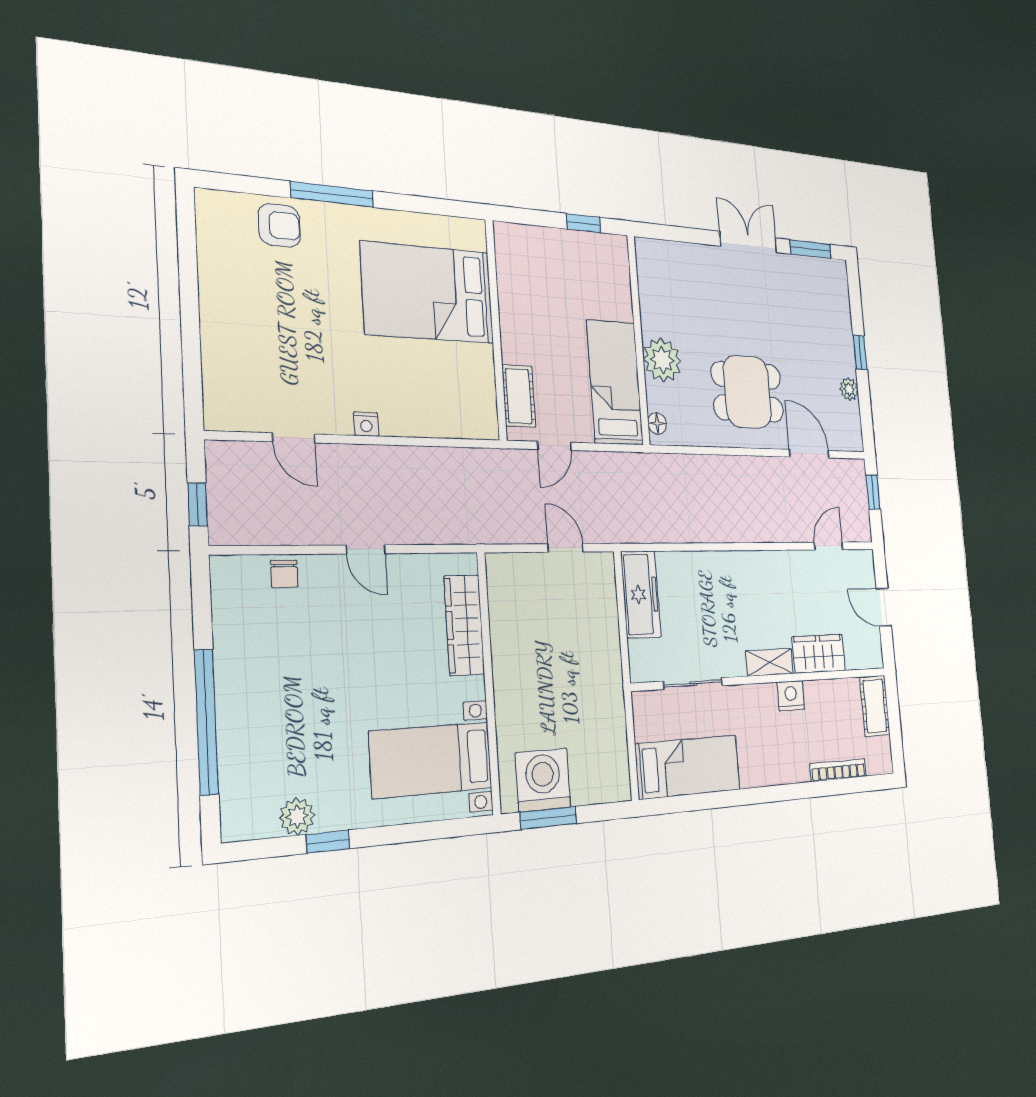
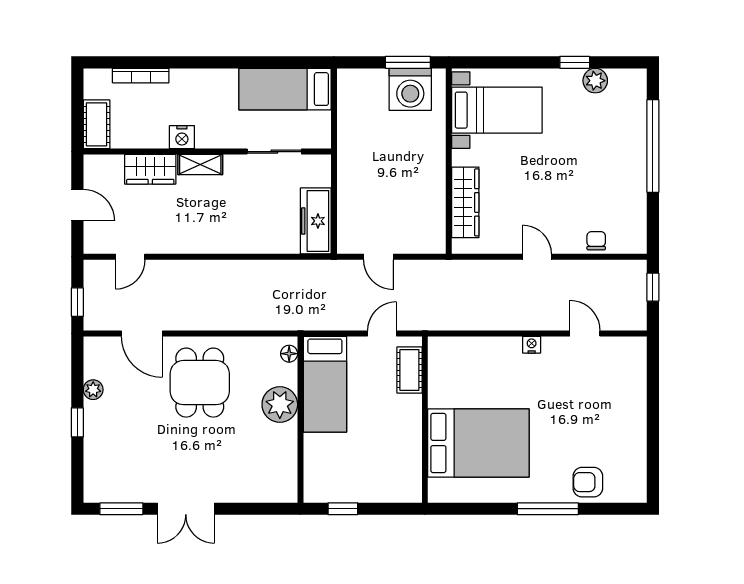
dining table: (747, 392) -> (200, 383), turned 90

